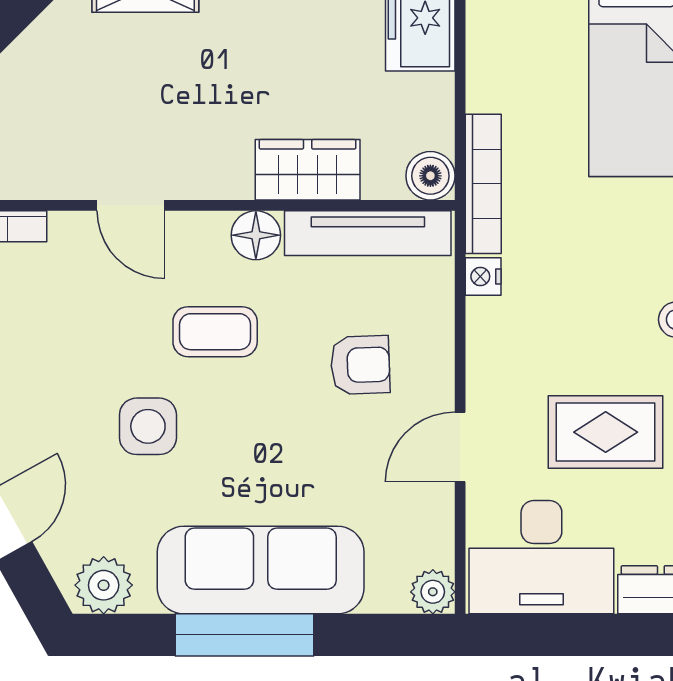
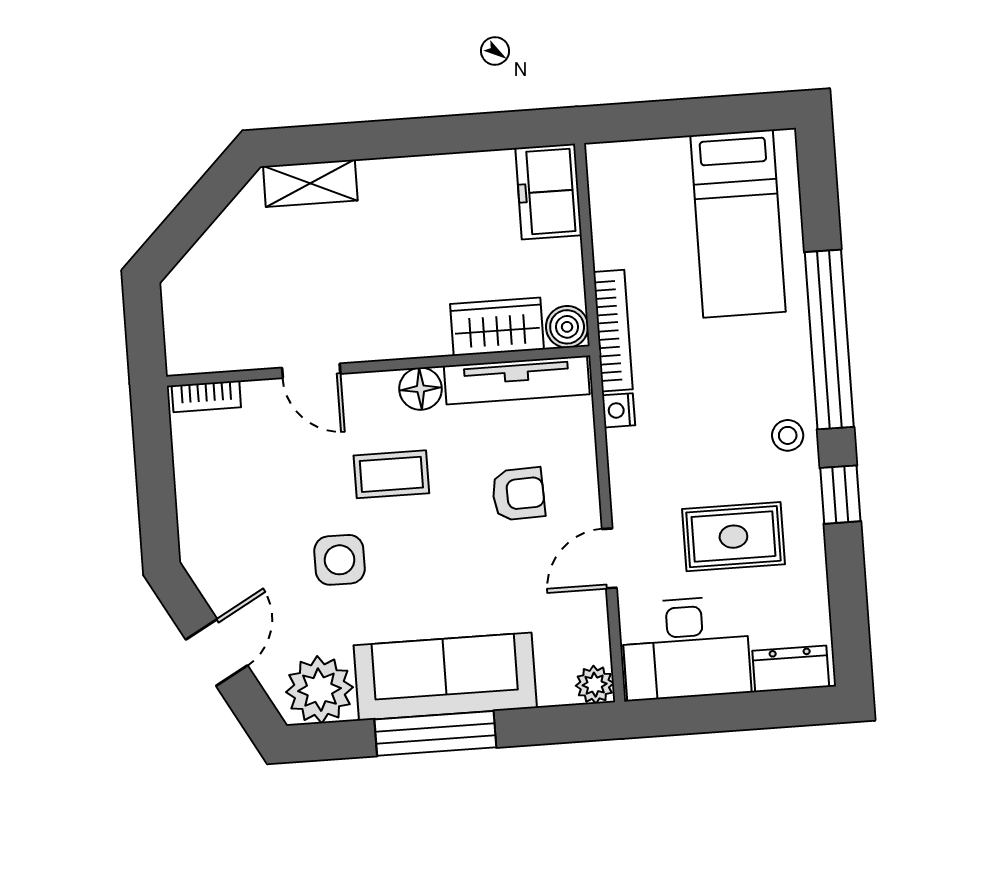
wardrobe: (308, 170) -> (497, 327), moved
plant: (104, 585) -> (319, 690), width x1.36, depth x1.36

